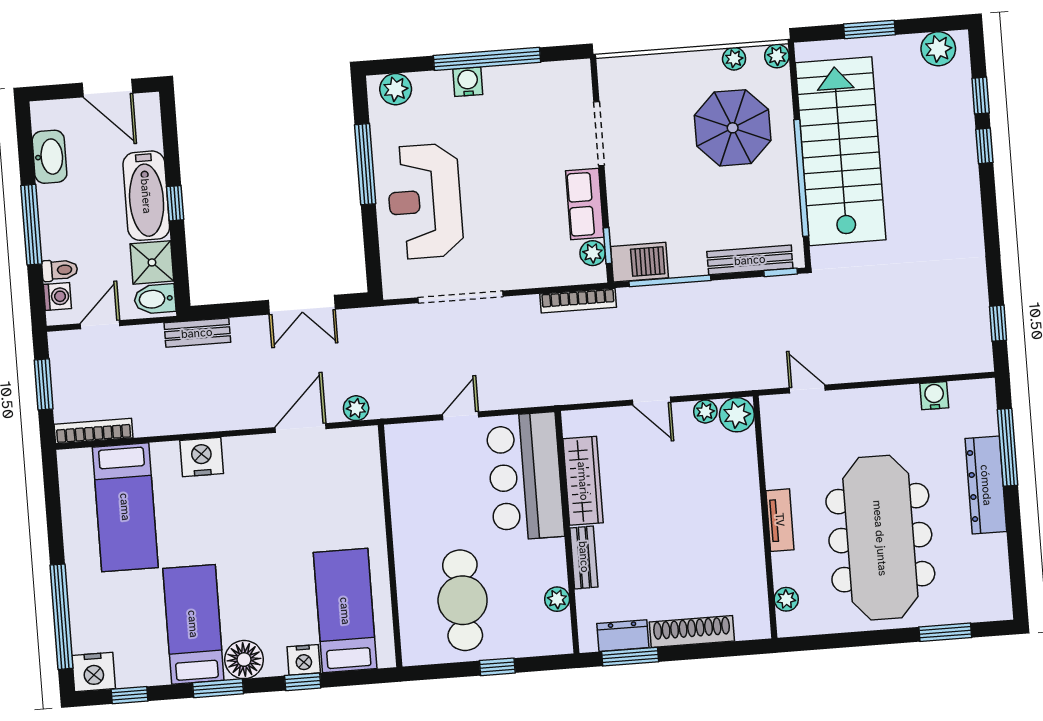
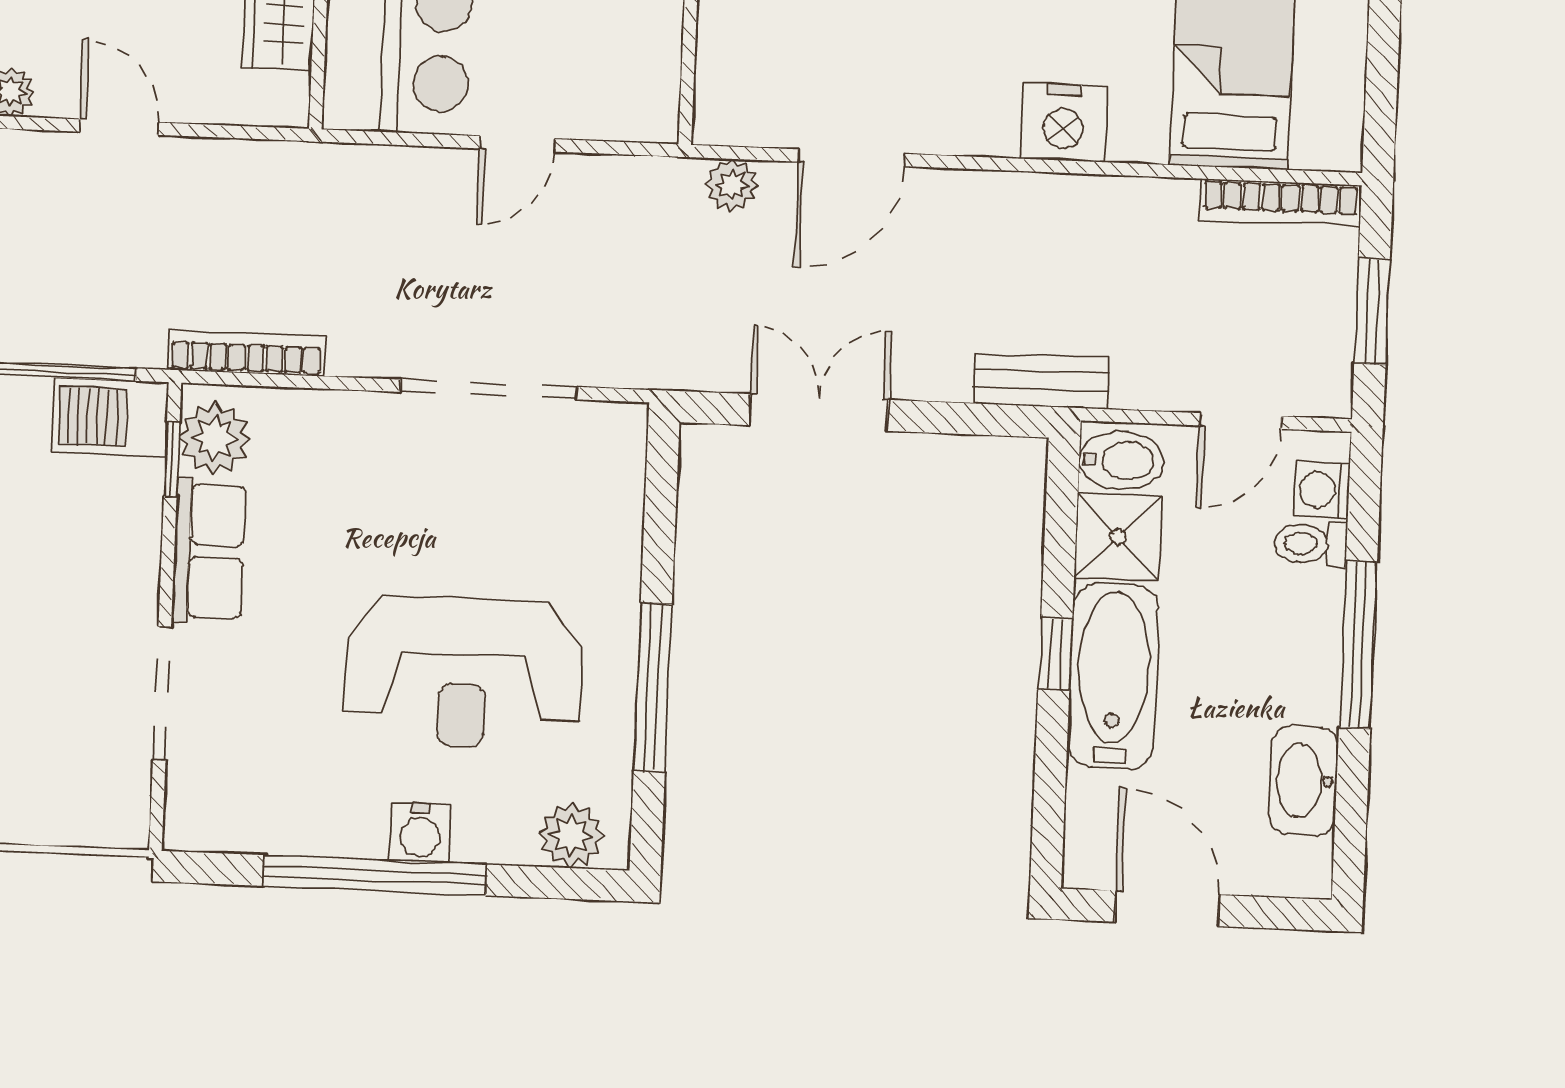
reception desk: (425, 201) -> (463, 672), moved, turned 90
plant: (593, 253) -> (215, 438), width x1.38, depth x1.38

